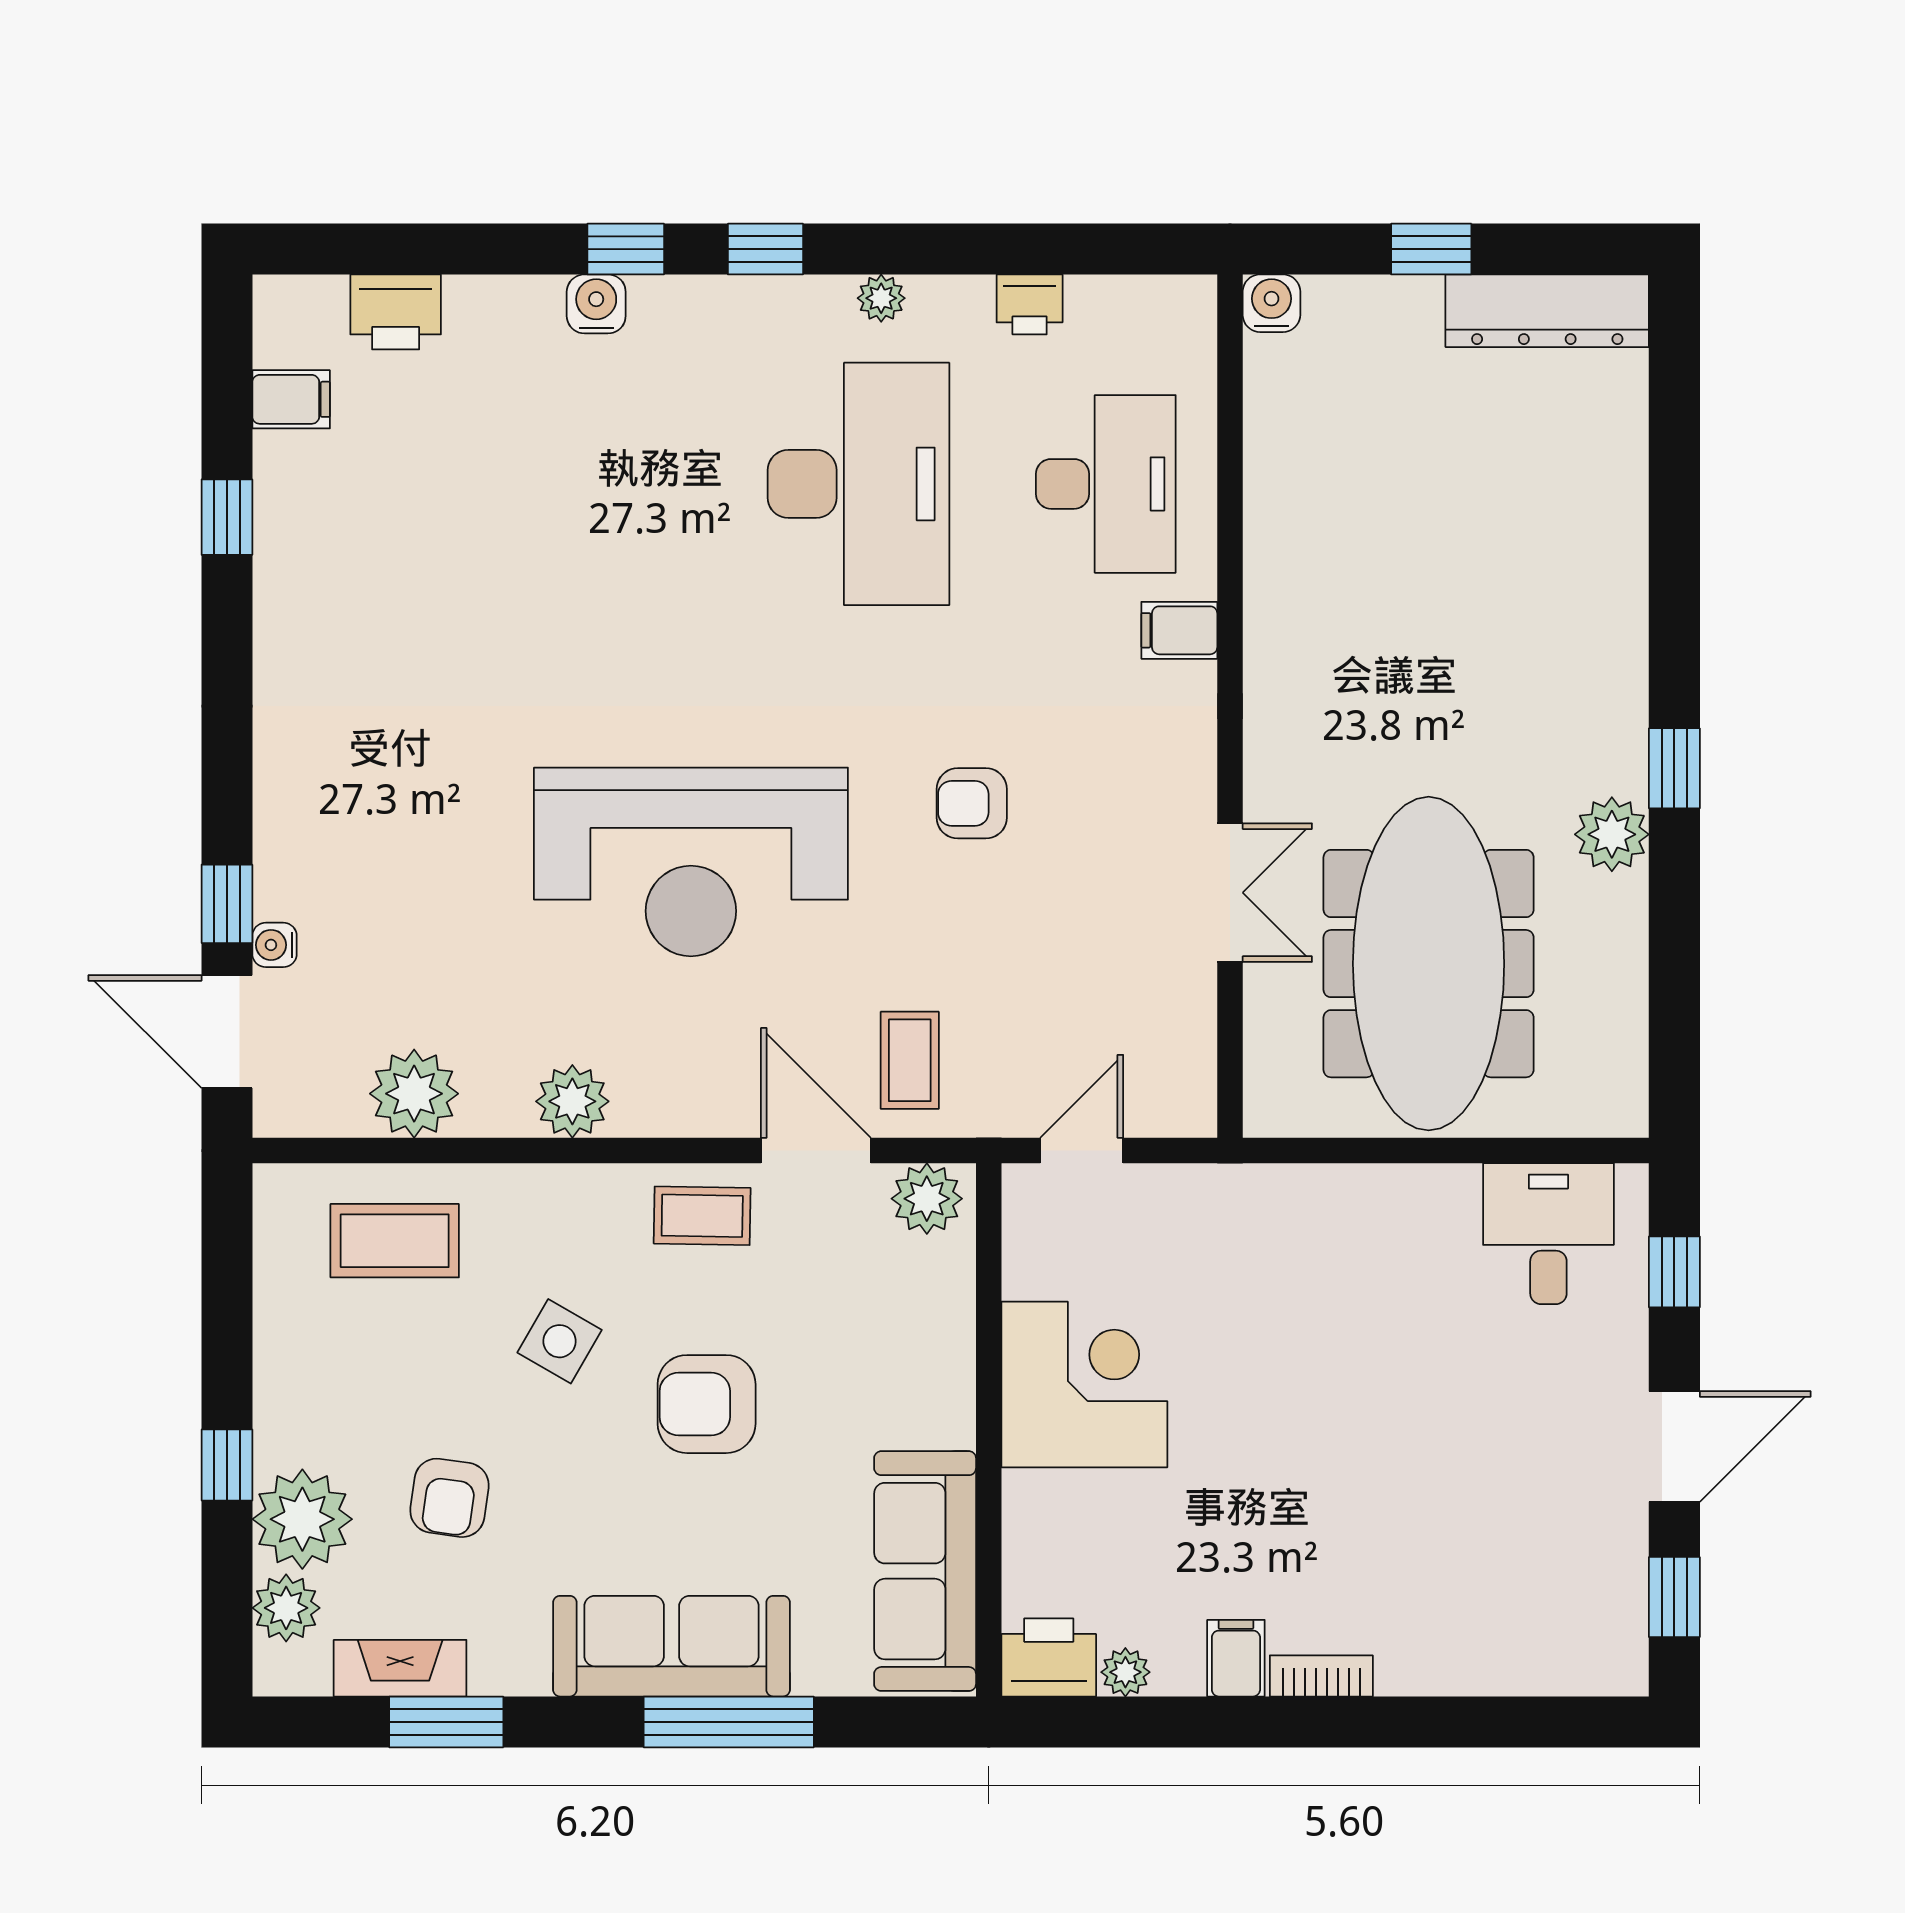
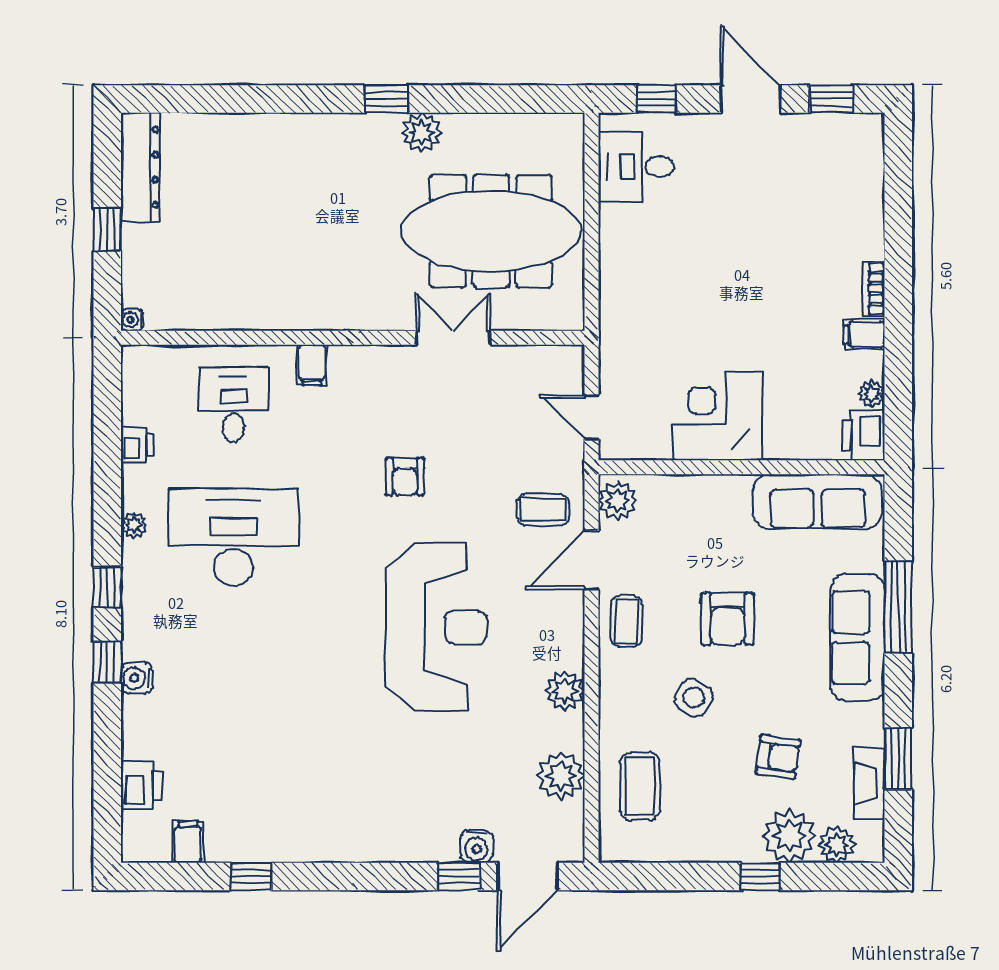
water cooler: (1271, 303) -> (132, 320), width x0.72, depth x0.72
desk: (1106, 484) -> (233, 404), width x0.73
water cooler: (275, 945) -> (476, 846), width x1.38, depth x1.38

